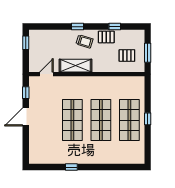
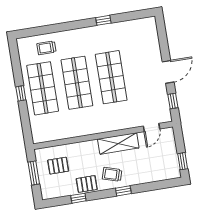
trolley: (121, 152) -> (46, 48), added

